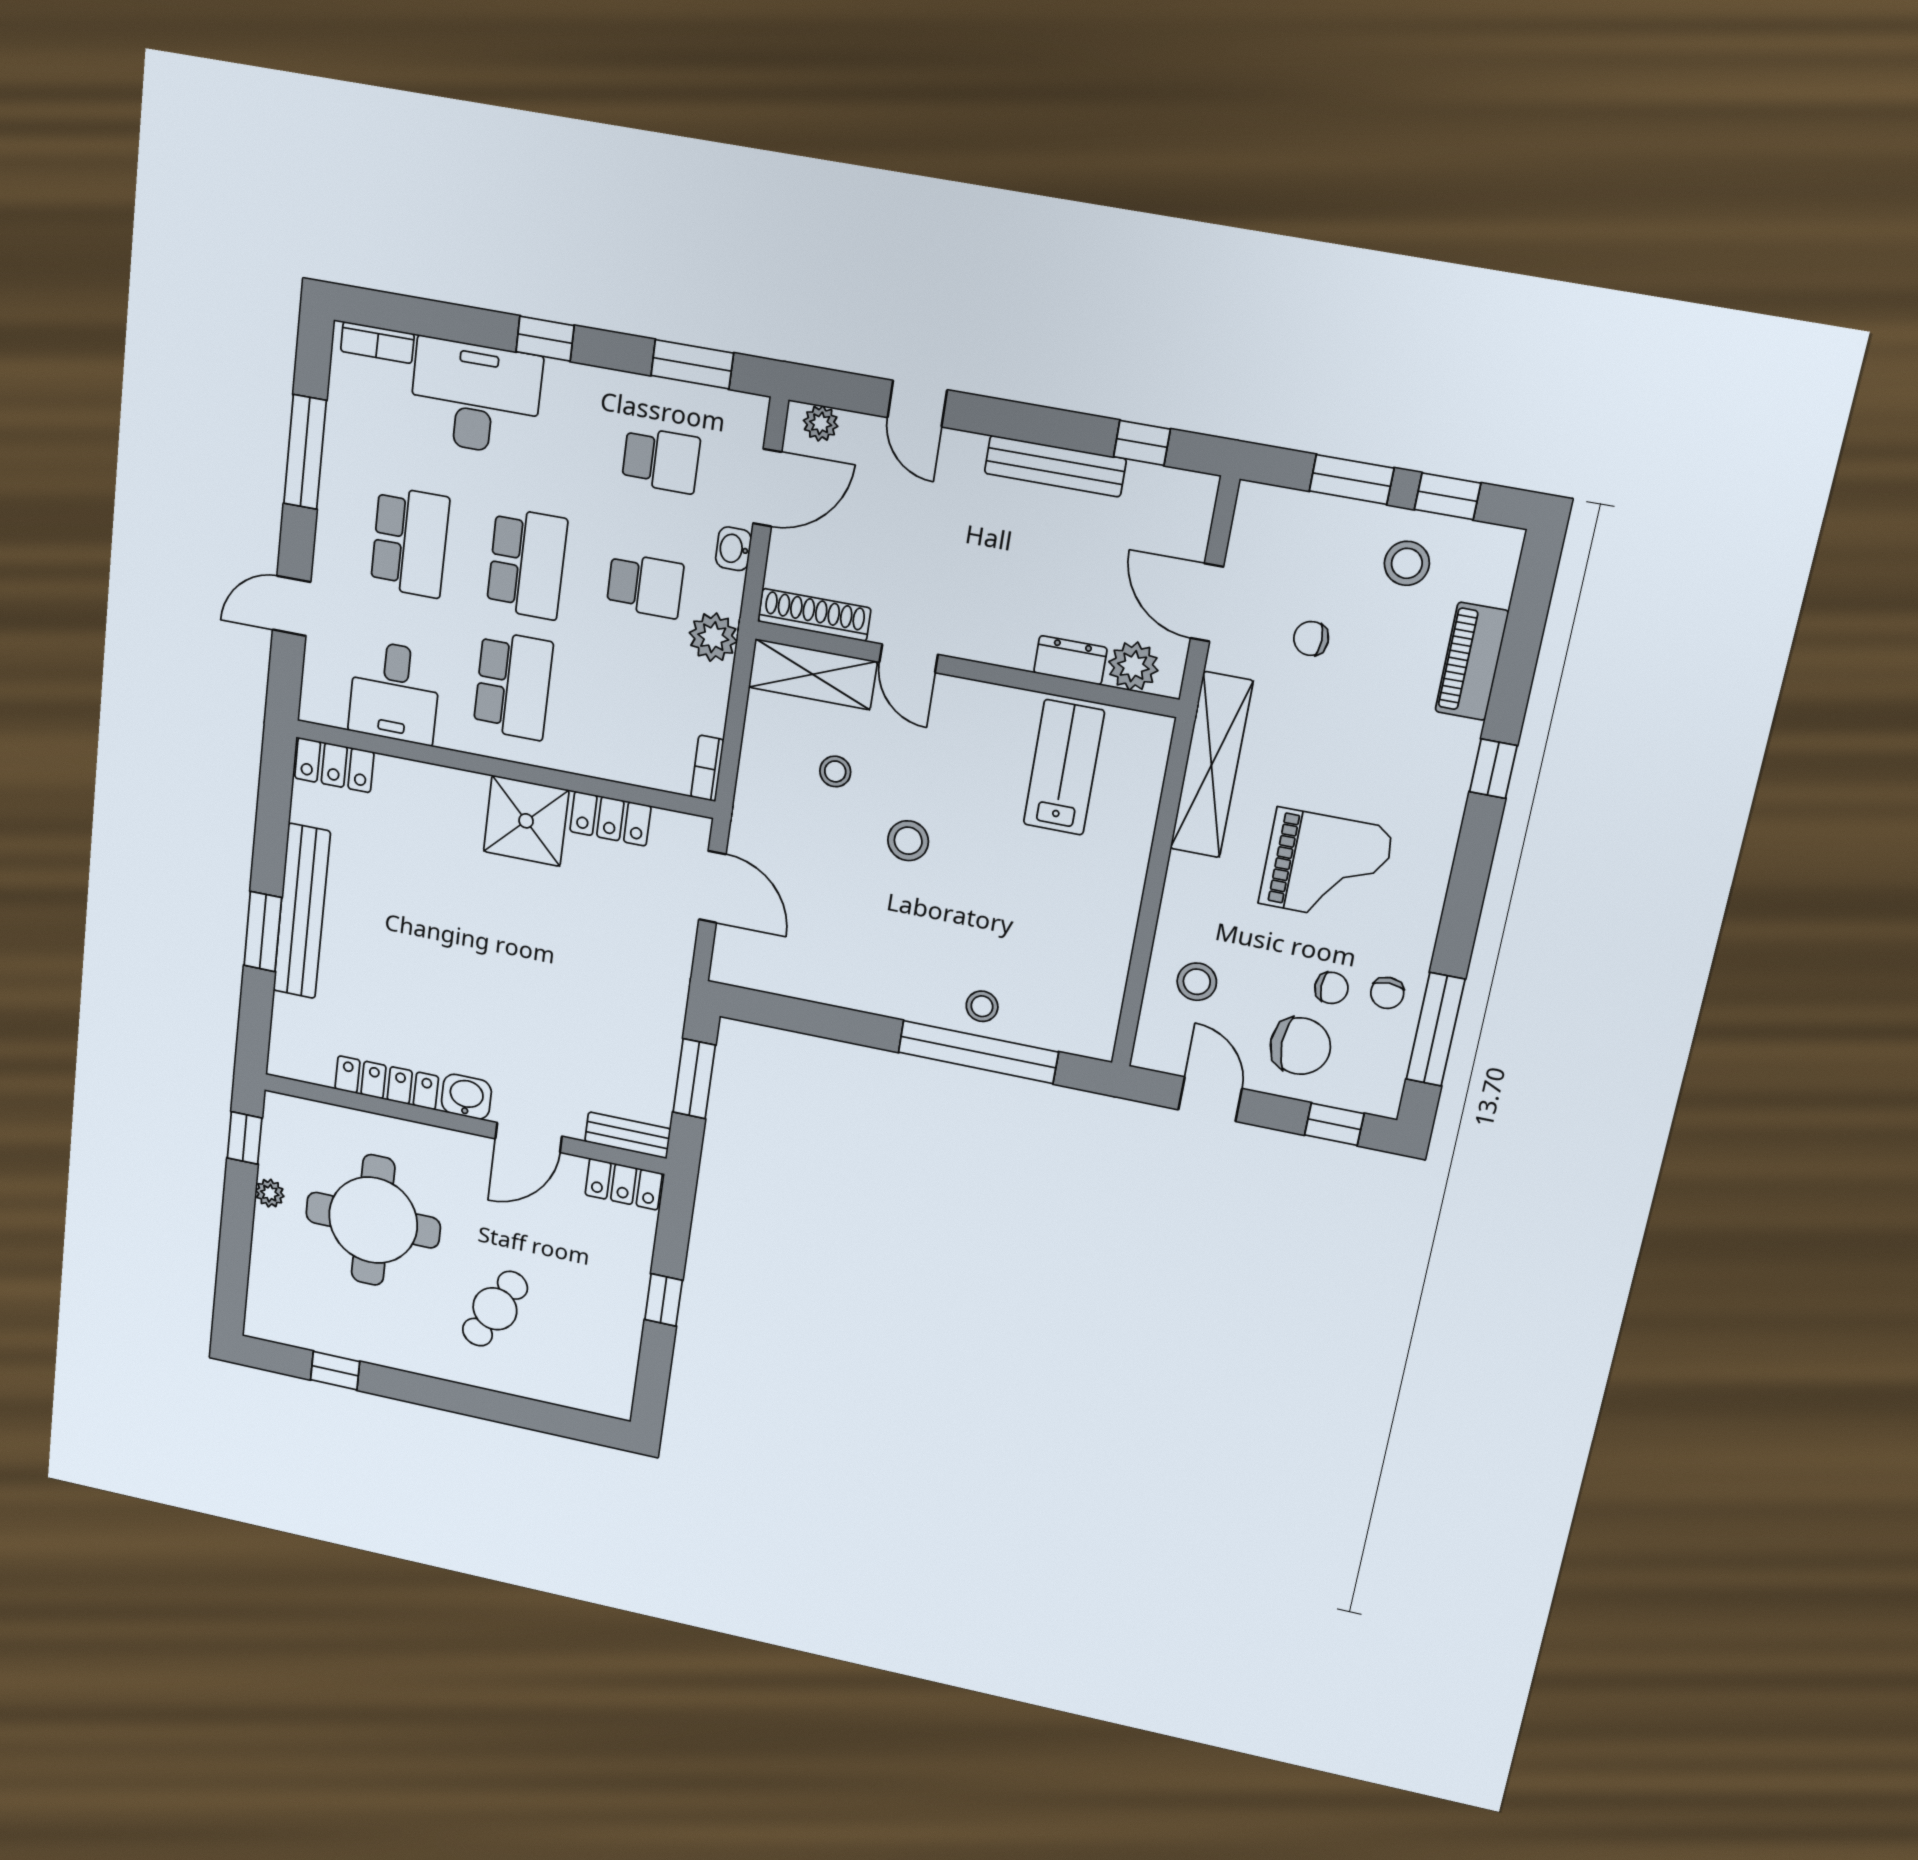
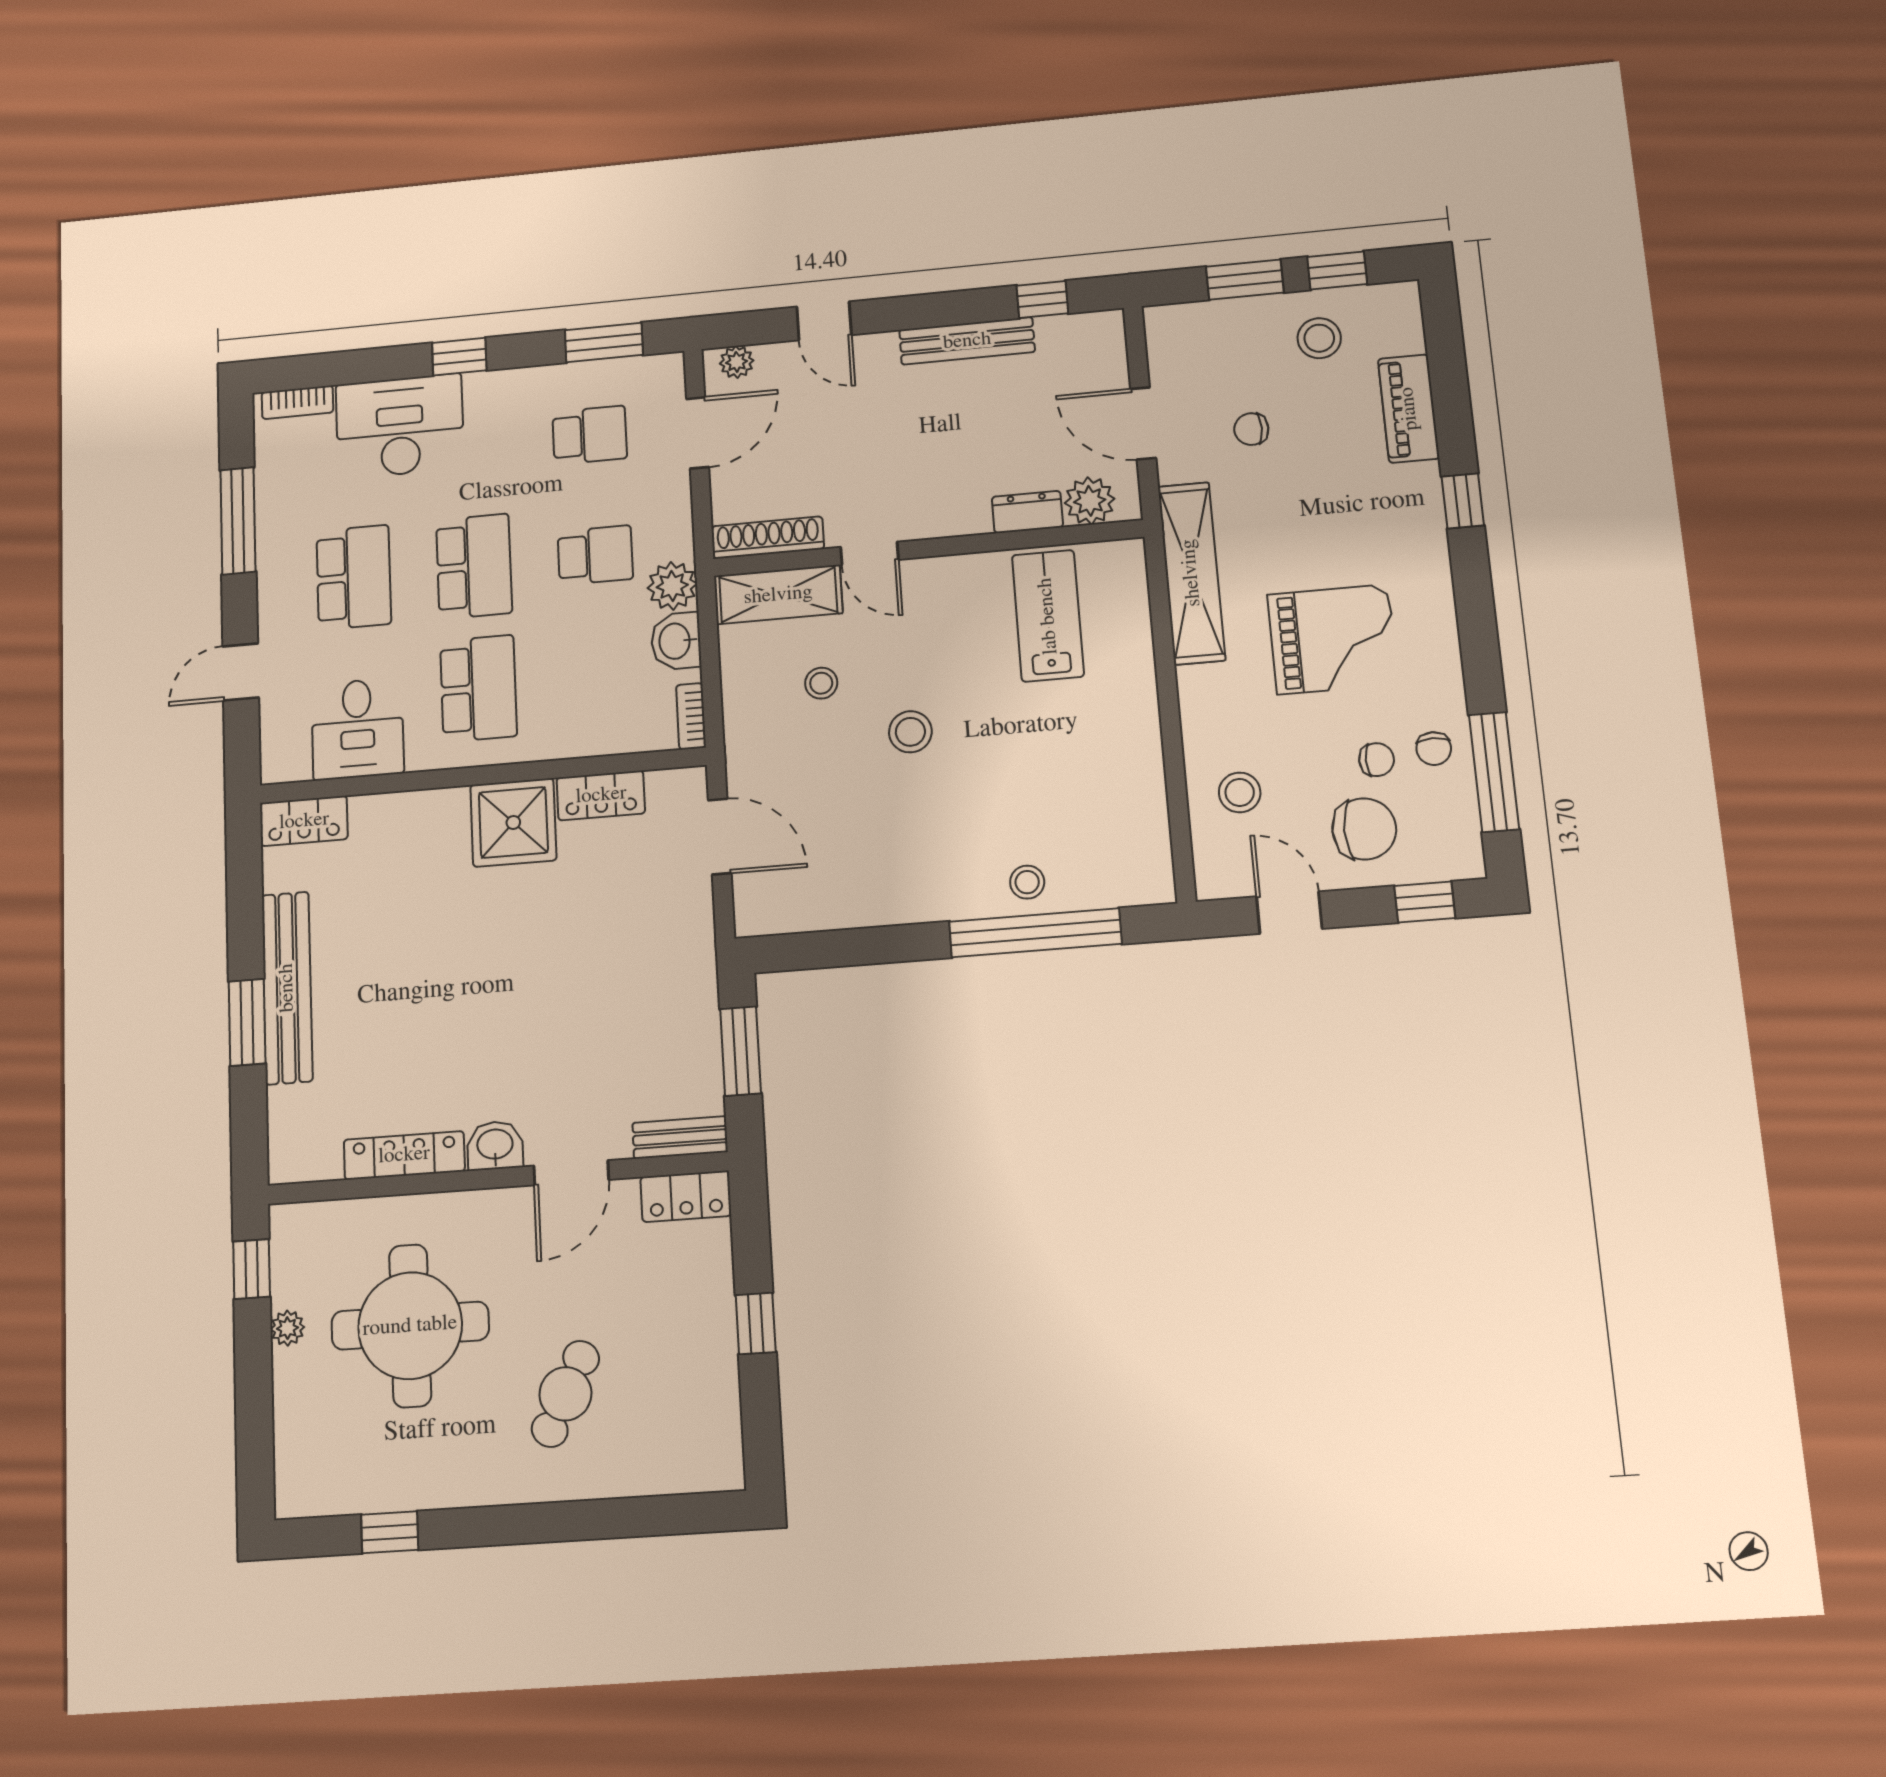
washbasin: (733, 549) -> (676, 641), moved, width x1.38, depth x1.45

